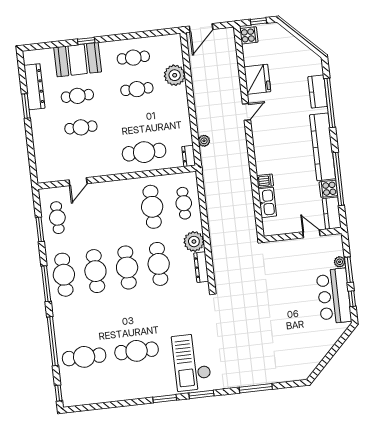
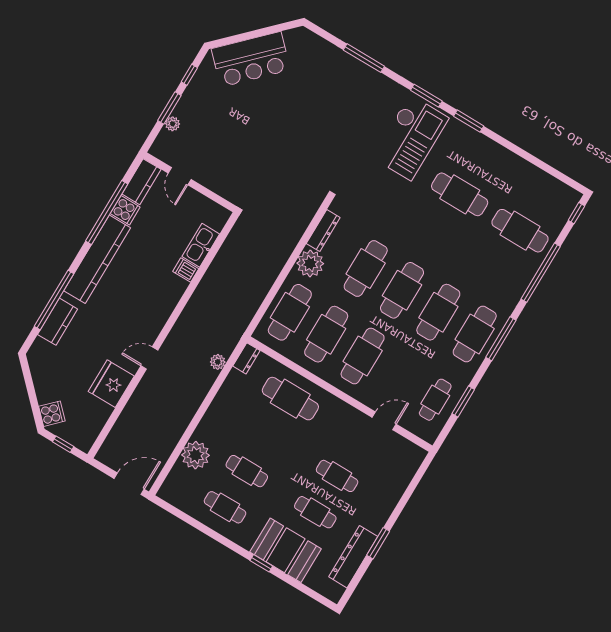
cooker: (249, 35) -> (52, 414), moved, turned 135
cafe table: (184, 203) -> (290, 312), width x1.37, depth x1.35
cafe table: (121, 210) -> (363, 356), added
bar counter: (334, 296) -> (251, 59), moved, turned 45

